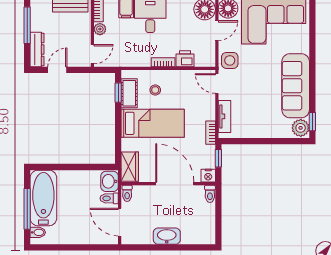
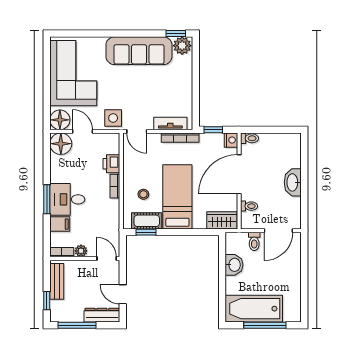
door: (217, 83) -> (137, 131), hinge flipped
bookcase: (211, 133) -> (180, 138), width x1.56
washbasin: (110, 181) -> (234, 265), moved, turned -90
toilet: (127, 193) -> (249, 206), moved
bidet: (38, 232) -> (289, 314), removed

